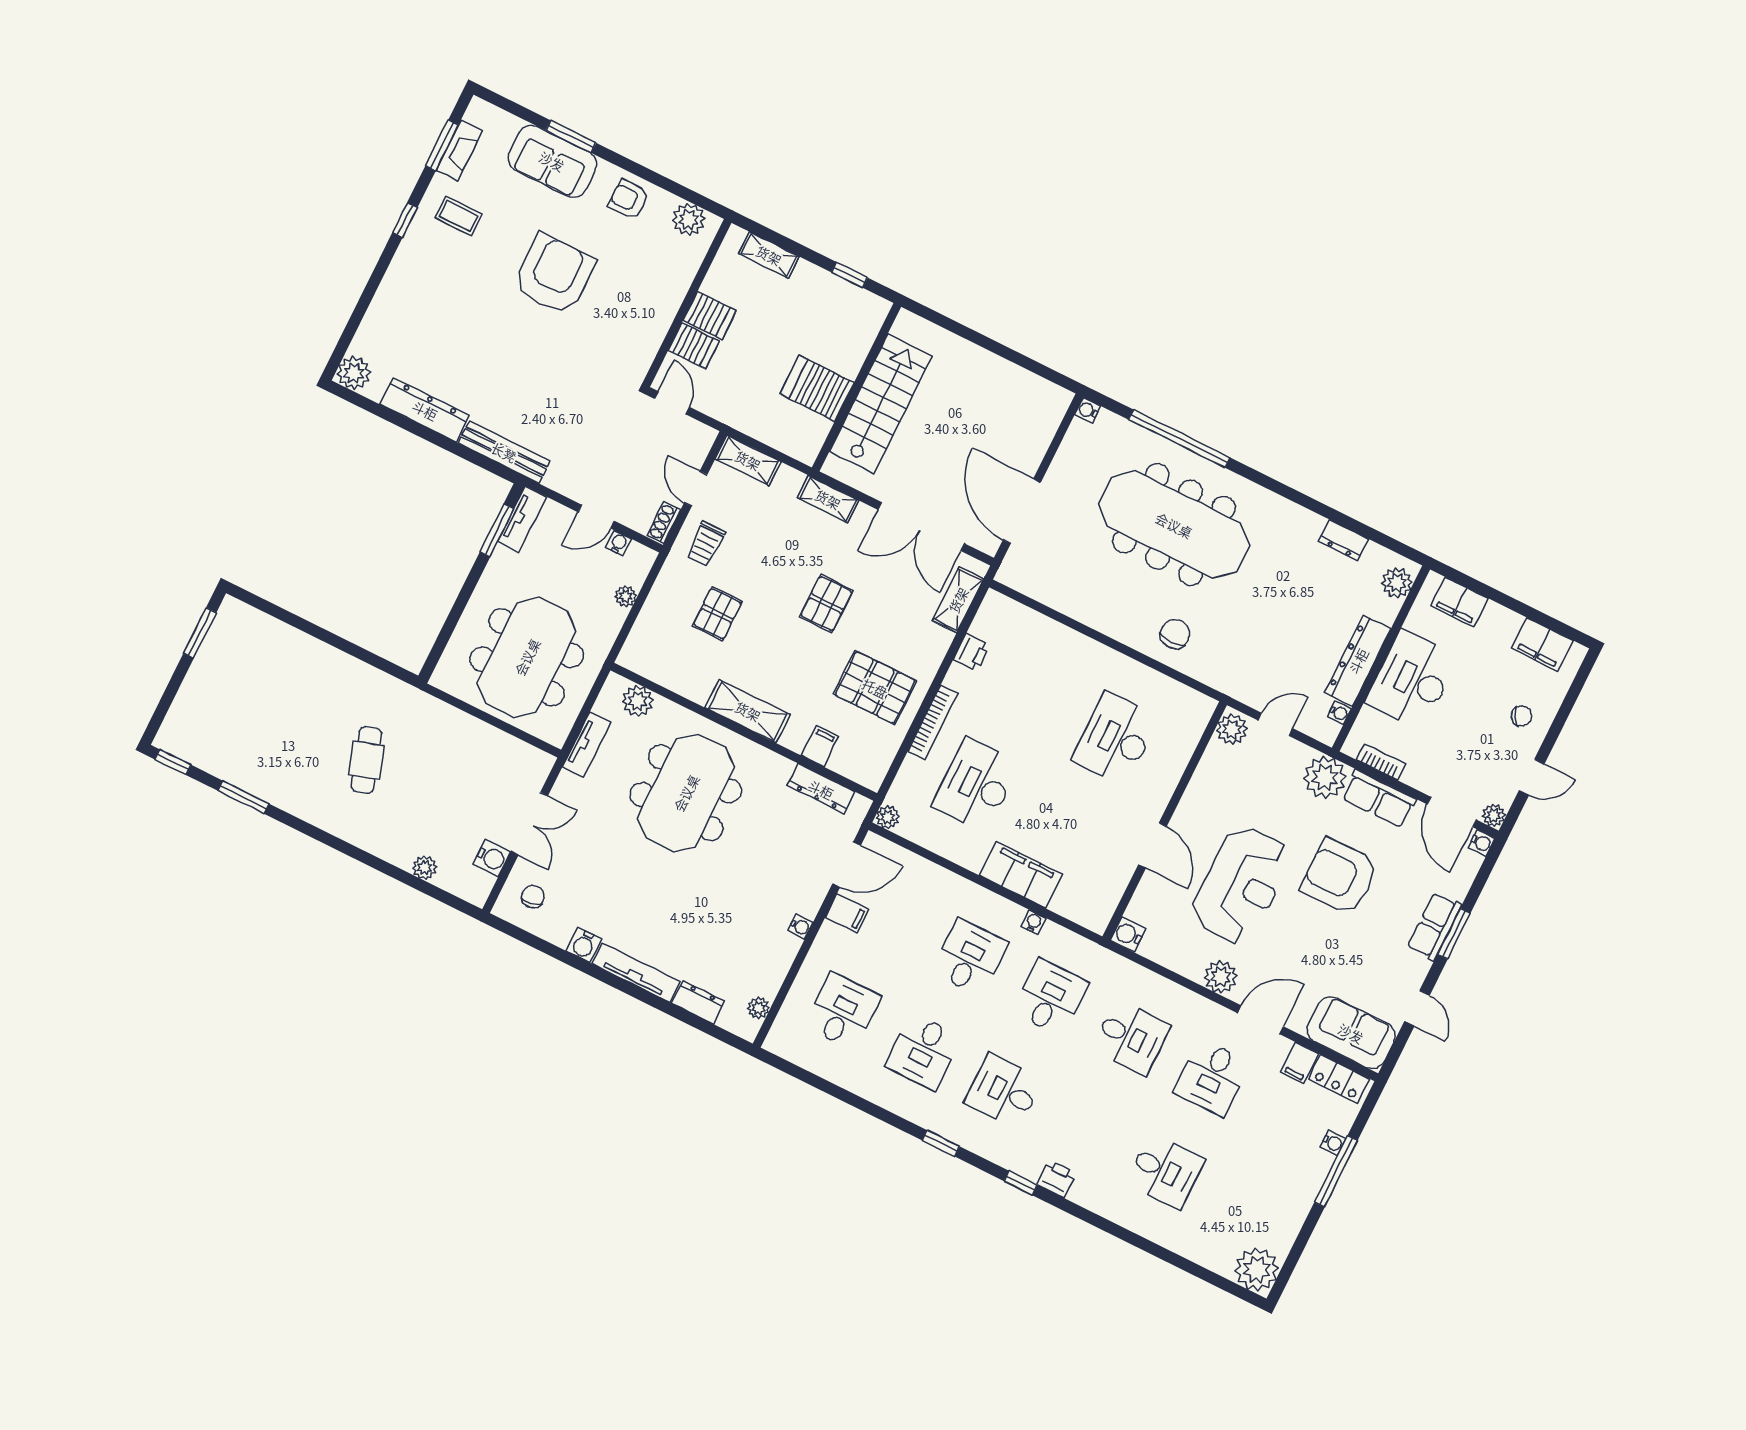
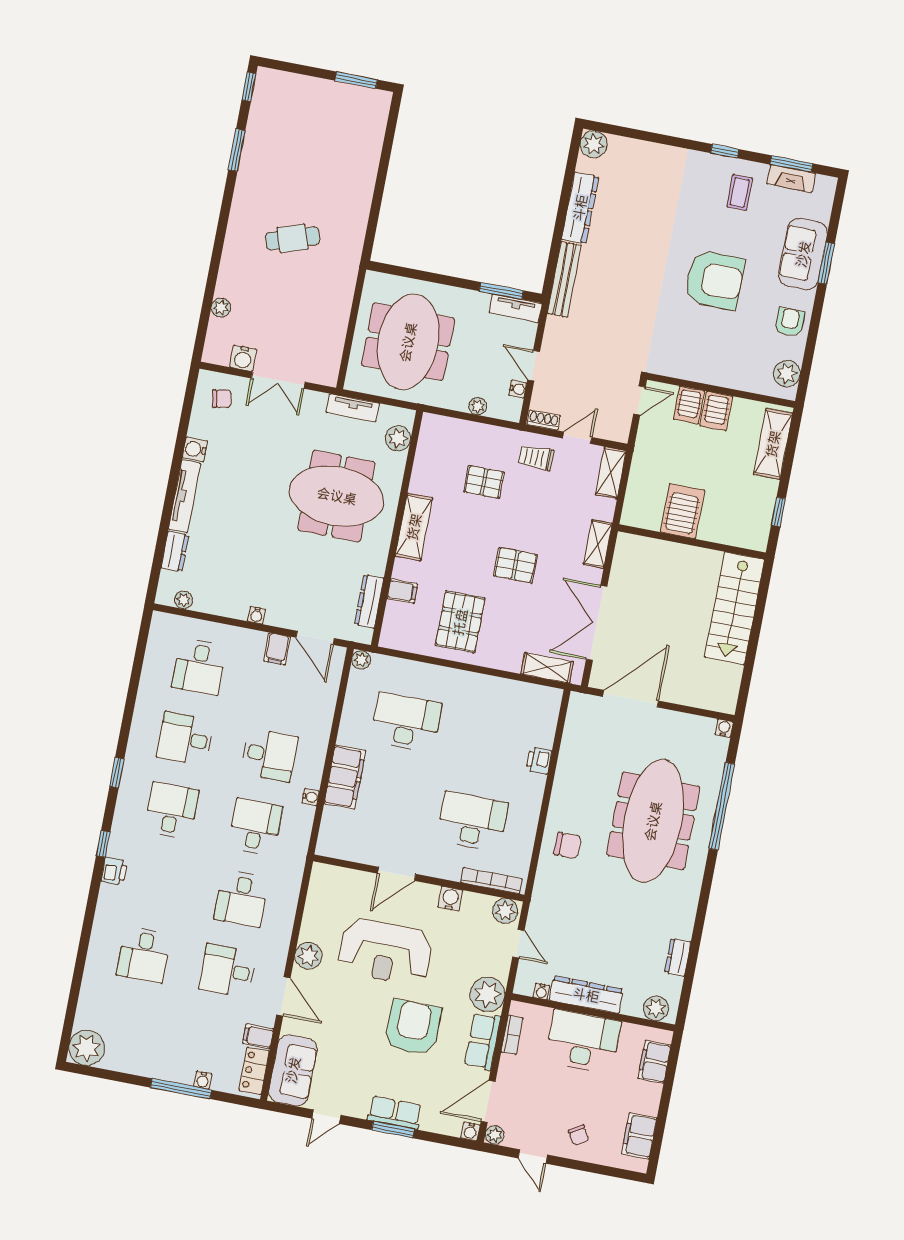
shelving: (769, 255) -> (773, 444), width x1.50, depth x1.33
stairs: (881, 404) -> (735, 608), moved, turned 90
printer: (972, 652) -> (539, 761), moved, turned 90
meeting table: (527, 657) -> (408, 342), turned 90
bookcase: (933, 722) -> (491, 881), moved, turned 180
water cooler: (1128, 934) -> (450, 899), moved
desk: (1050, 997) -> (255, 827), turned -90
desk: (843, 1011) -> (199, 667), turned 90

